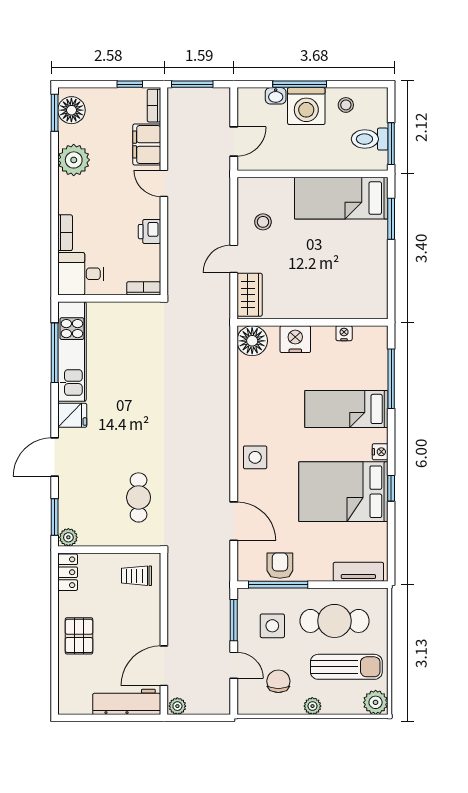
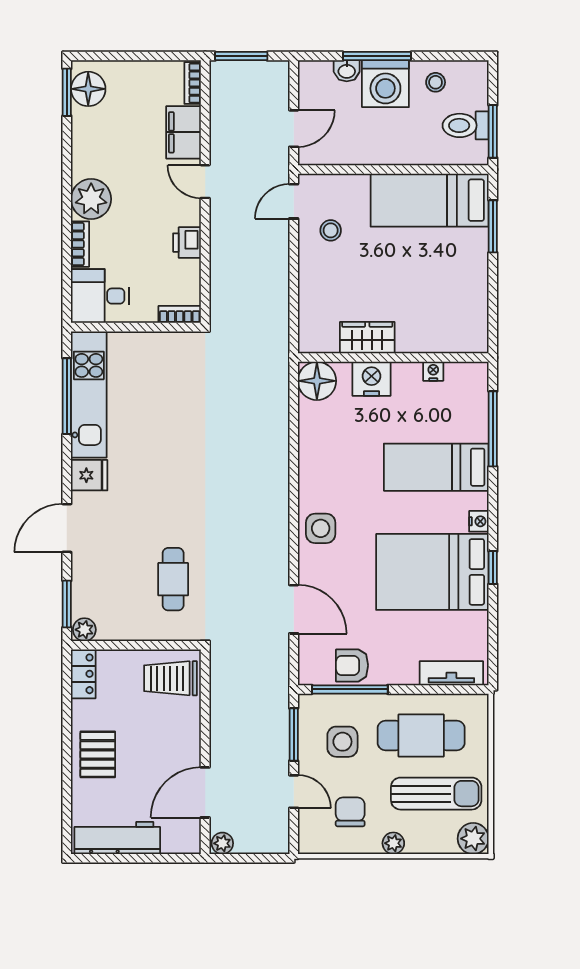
window: (130, 84) -> (162, 56), removed
plant: (74, 160) -> (91, 199), moved
door: (234, 259) -> (294, 201), moved
wardrobe: (250, 295) -> (367, 338), moved, turned -90
armchair: (280, 566) -> (352, 665), turned -90
trolley: (136, 576) -> (171, 678), width x1.36, depth x1.39
workbench: (127, 702) -> (117, 838), moved

